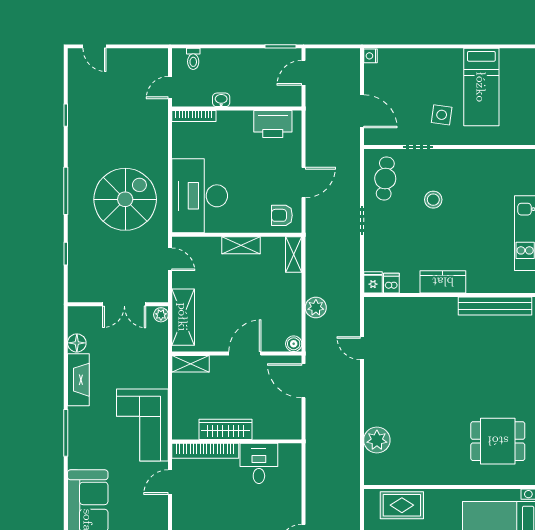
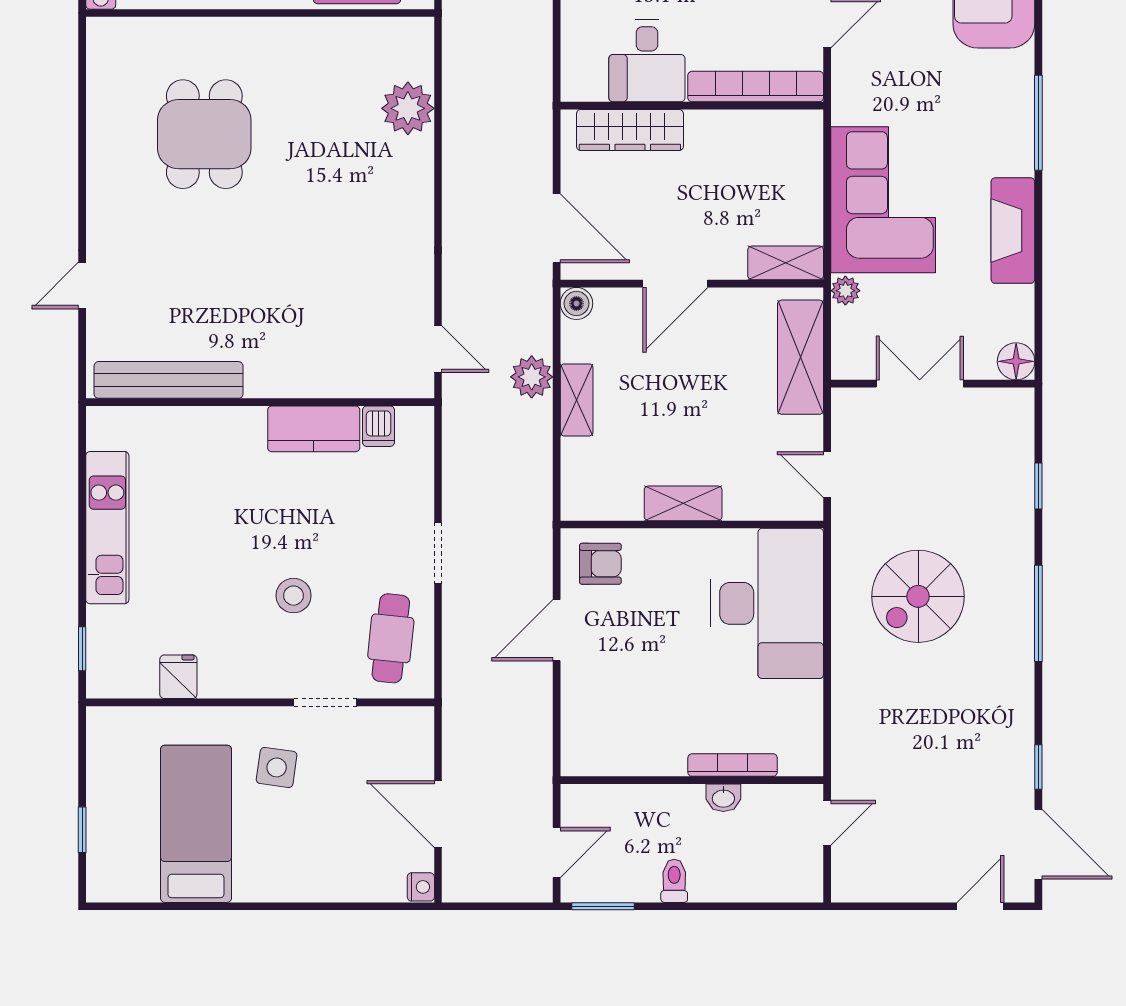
door: (94, 46) -> (980, 906), hinge flipped
toilet: (193, 59) -> (674, 881), moved
door: (66, 77) -> (1038, 844), added
door: (362, 111) -> (438, 814), moved
bookcase: (194, 116) -> (733, 765), moved
printer: (273, 124) -> (619, 749), removed
spiral stairs: (125, 199) -> (918, 596), width x0.73, depth x0.73
shelving: (294, 254) -> (577, 400), moved
fridge: (373, 282) -> (178, 677), moved, turned 180
kitchen counter: (443, 282) -> (314, 429), moved
plant: (161, 315) -> (845, 291), moved
floor lamp: (77, 343) -> (1016, 361), moved
door: (362, 348) -> (438, 349), moved
corner sofa: (142, 425) -> (883, 200), moved
wardrobe: (226, 429) -> (630, 130), moved
dining table: (498, 441) -> (204, 134), moved, turned 90

